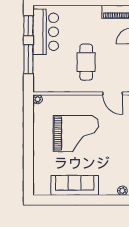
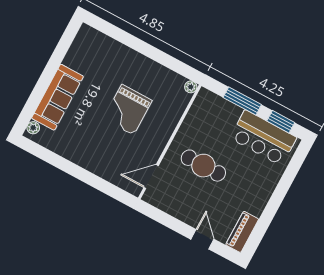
grand piano: (76, 133) -> (128, 110), width x0.73, depth x0.68
sofa: (75, 185) -> (57, 97), moved

